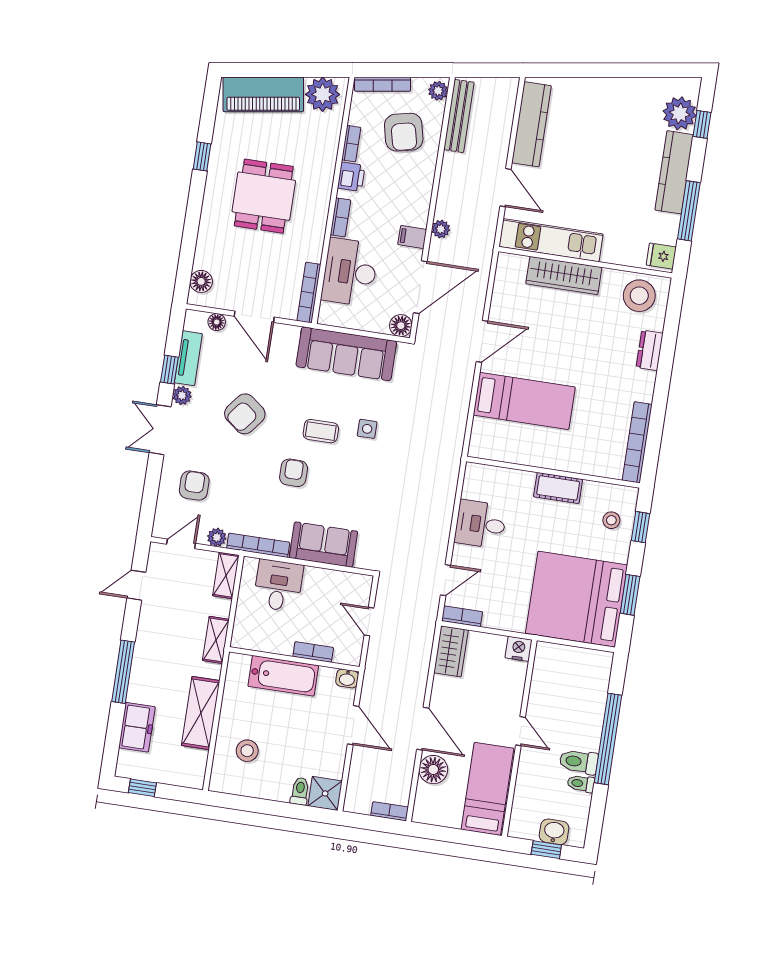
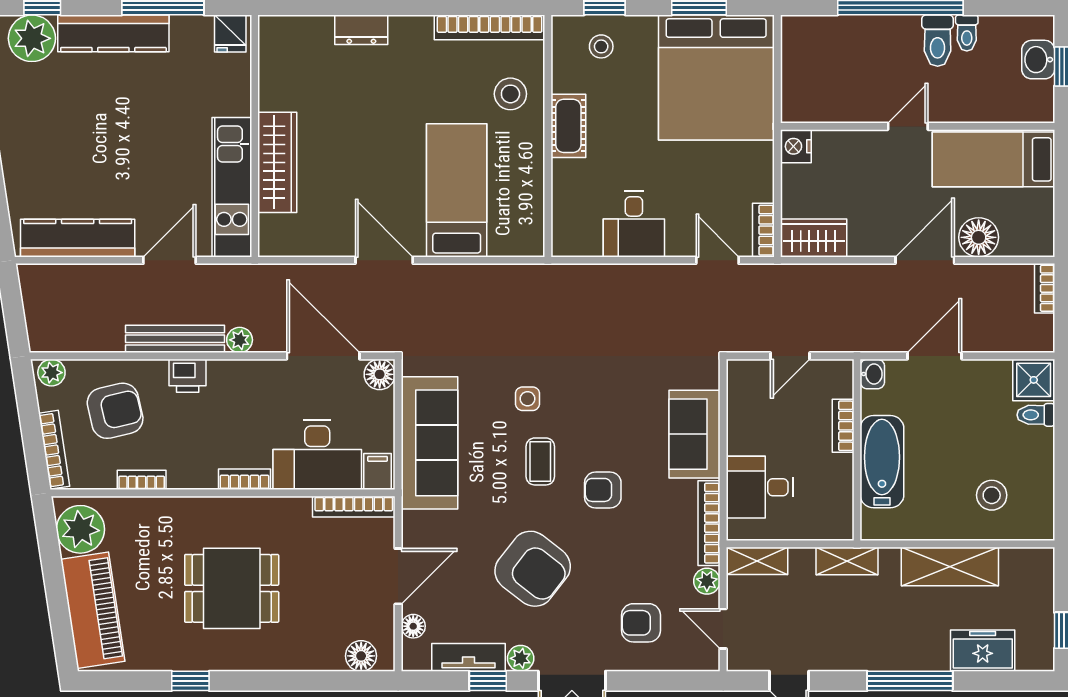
bench: (459, 116) -> (175, 339), moved
printer: (351, 177) -> (188, 376), moved, turned 180
filing cabinet: (412, 237) -> (378, 472), moved, turned 180
stool: (639, 296) -> (510, 94), moved, width x0.73, depth x0.73
armchair: (245, 414) -> (533, 569), width x1.36, depth x1.36

